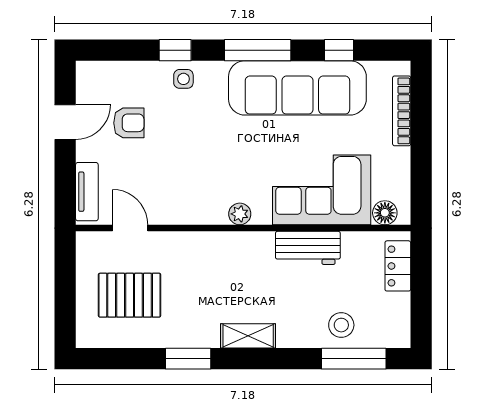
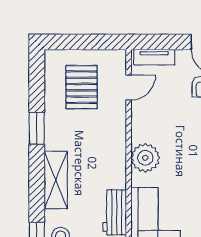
plant: (240, 214) -> (145, 158), width x1.88, depth x1.88
shelving: (248, 336) -> (56, 180), width x1.50, depth x1.33

